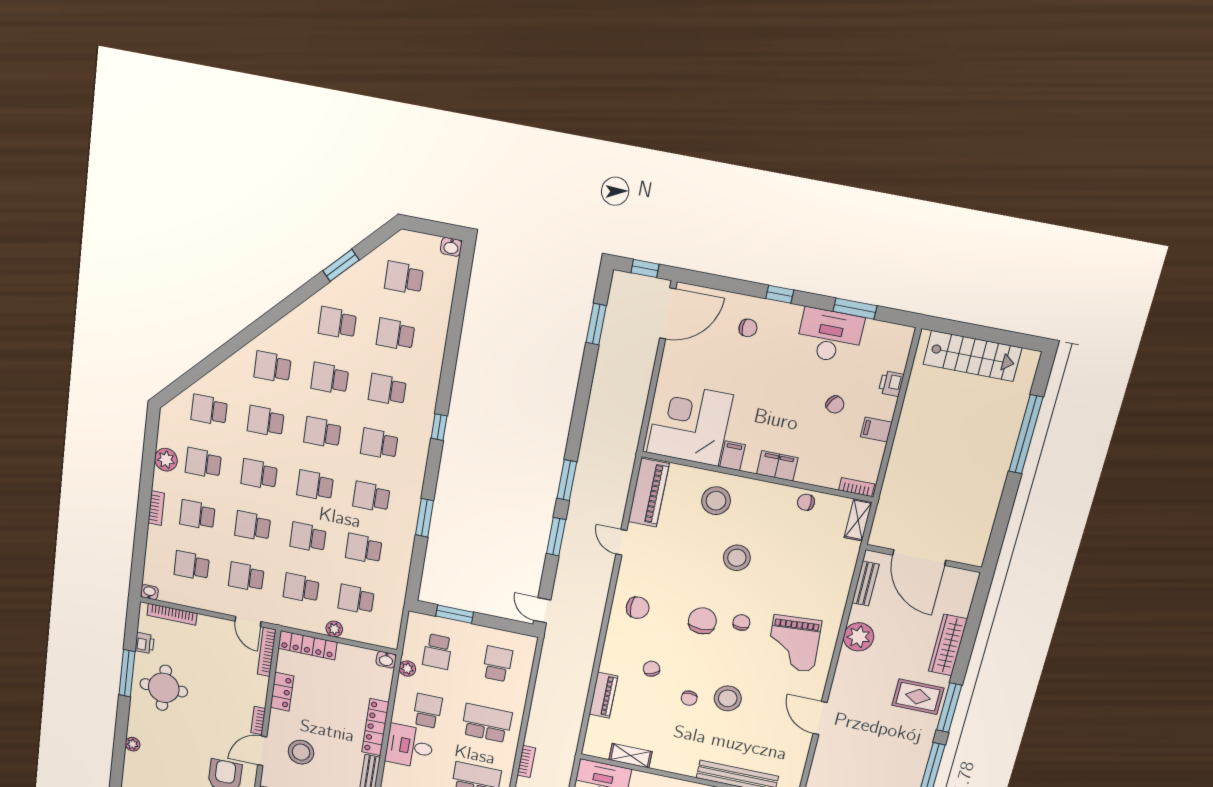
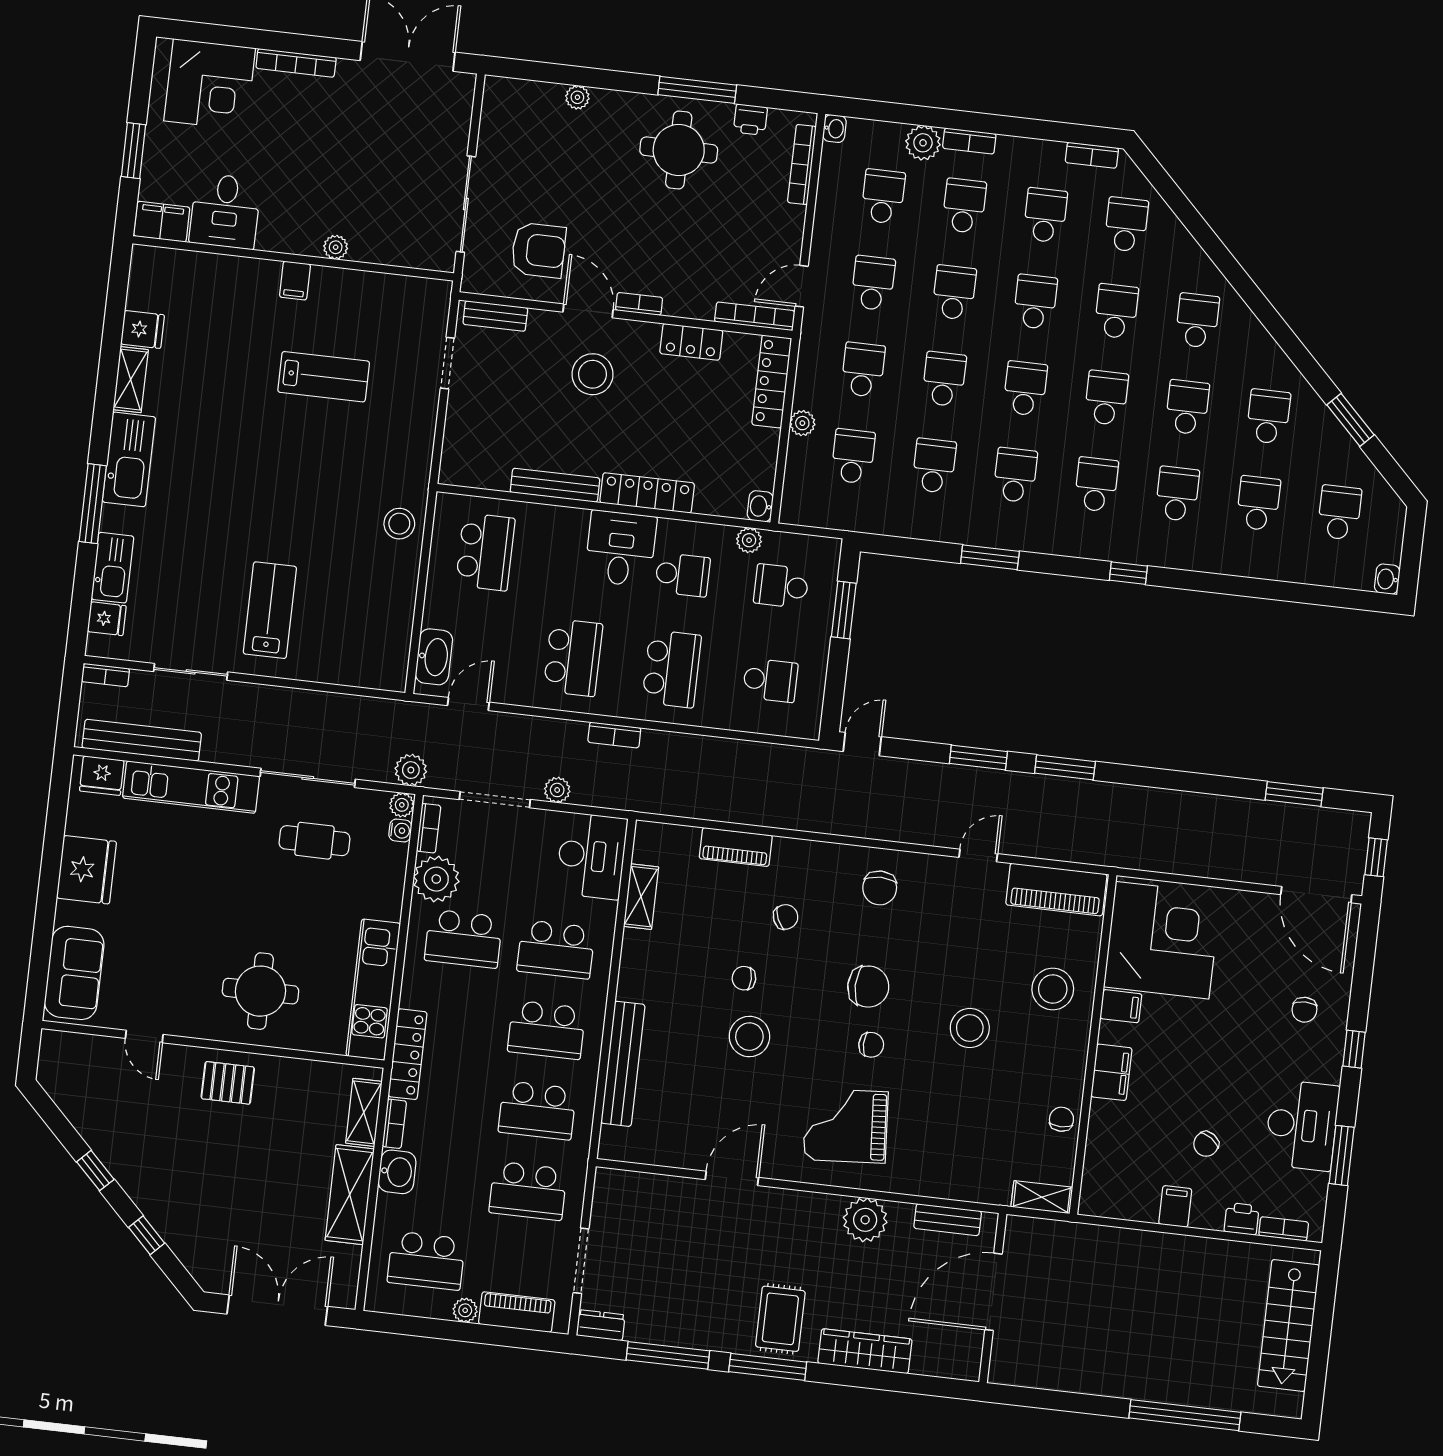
bookcase: (164, 429) -> (1092, 155), added
plant: (166, 460) -> (923, 143), moved
bookcase: (857, 487) -> (1284, 1229), moved, turned -90

